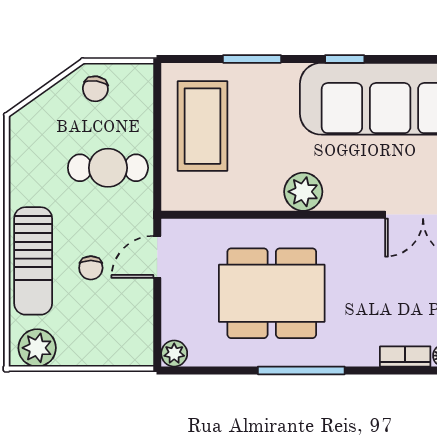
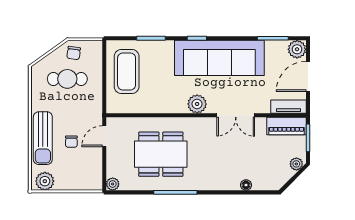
cafe table: (108, 168) -> (67, 79), moved
plant: (303, 192) -> (197, 104), moved
bookcase: (405, 356) -> (227, 185), removed

